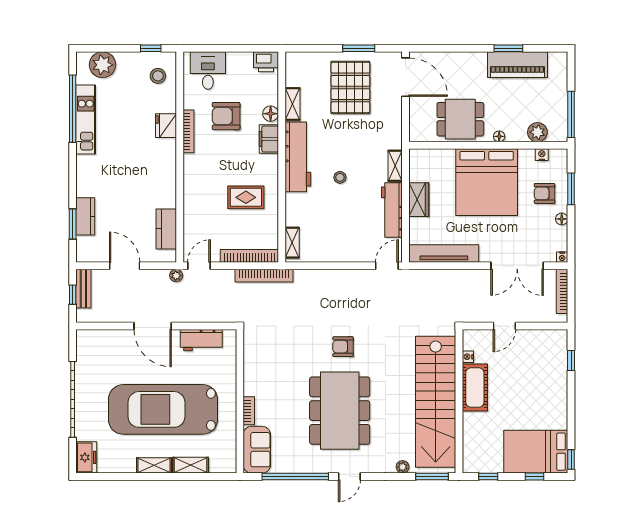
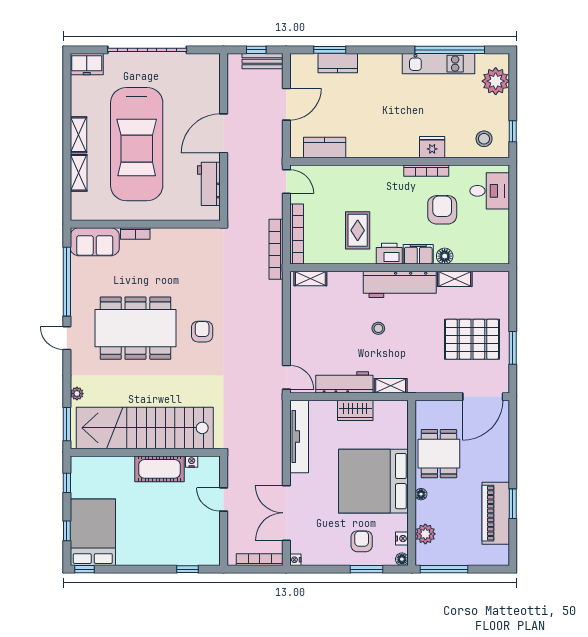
printer: (266, 62) -> (389, 254), moved, turned 90
floor lamp: (562, 219) -> (402, 559), moved
plant: (176, 276) -> (276, 158), removed
car: (163, 409) -> (137, 144), turned 180

